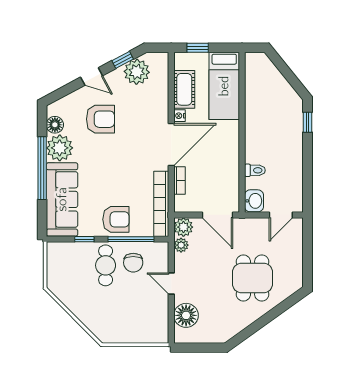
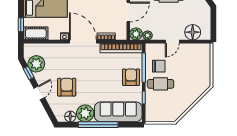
cot: (184, 89) -> (36, 33), moved

